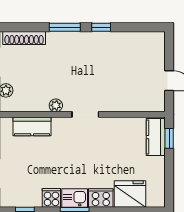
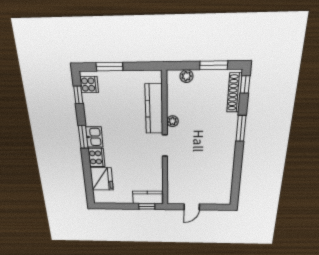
window: (101, 27) -> (245, 85), moved
kitchen counter: (32, 126) -> (154, 109), width x1.50
cooker: (51, 198) -> (89, 85), moved

